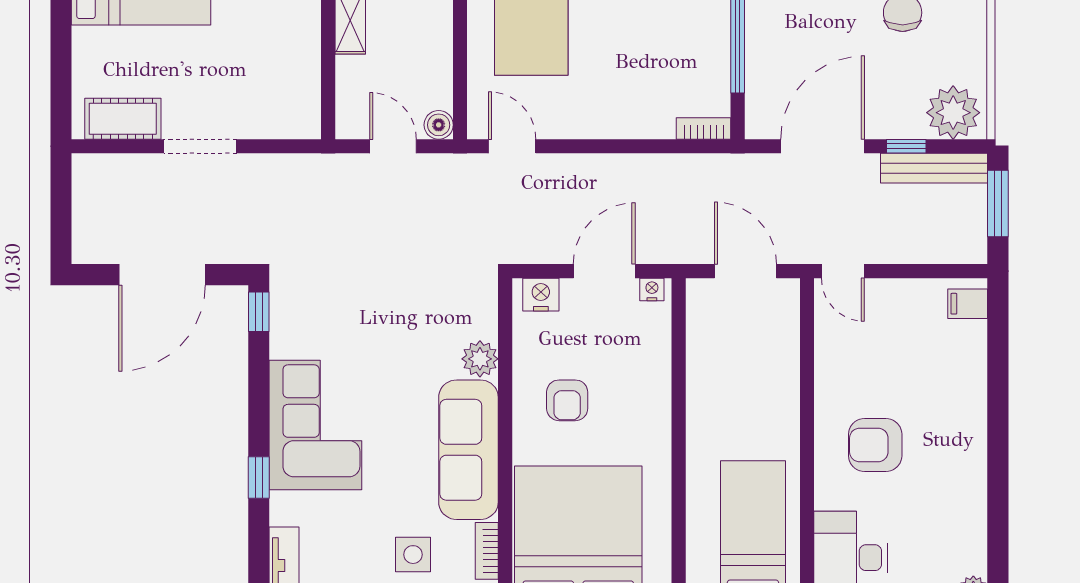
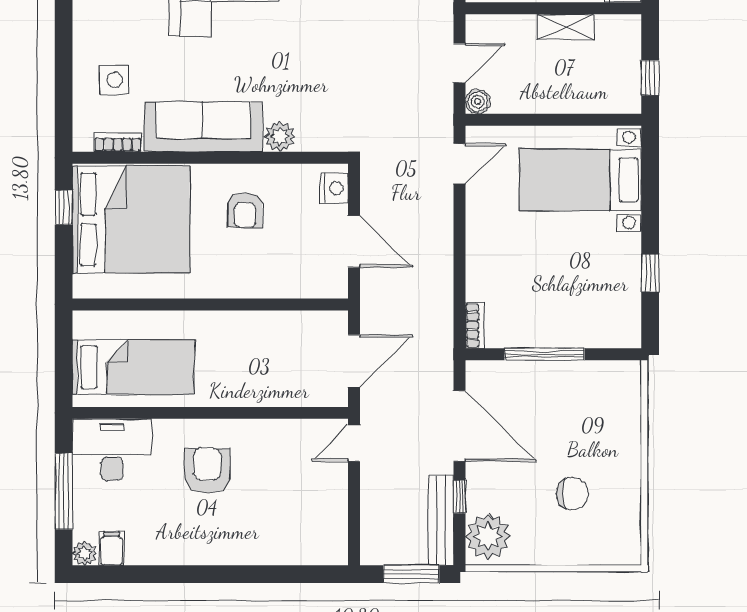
nightstand: (652, 289) -> (339, 282), removed
filing cabinet: (968, 304) -> (111, 549), moved
armchair: (567, 400) -> (245, 210), turned -90

